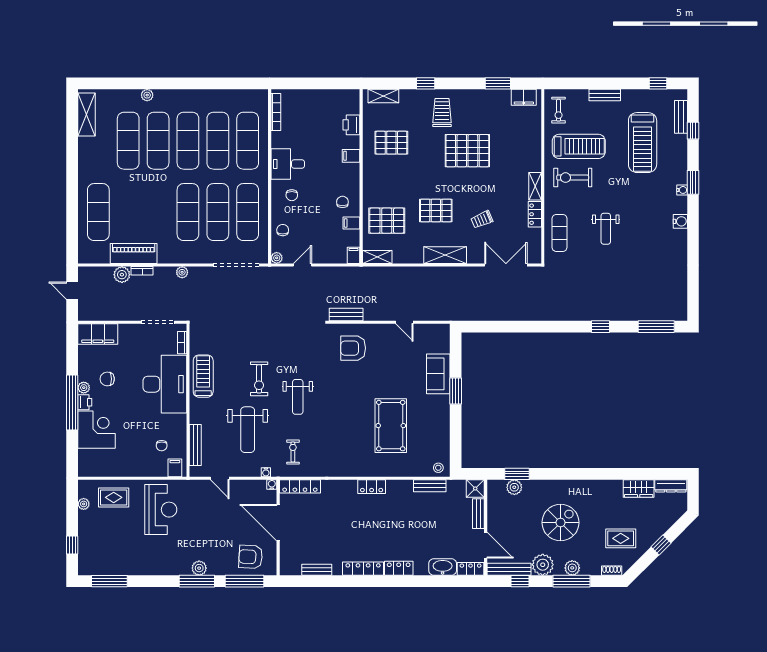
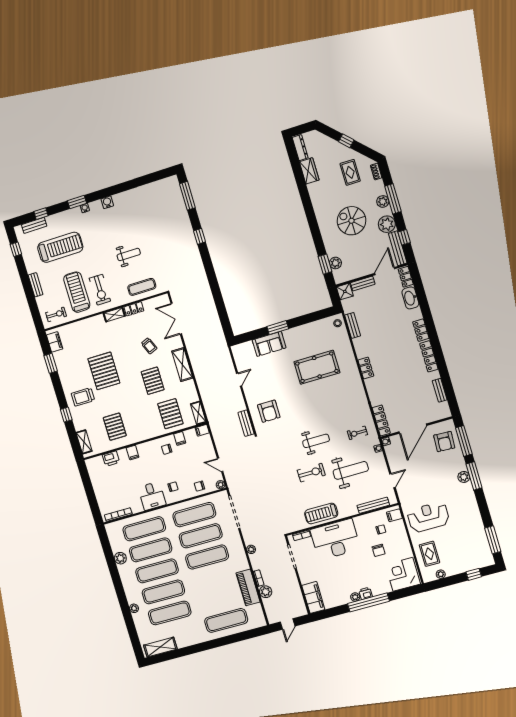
plant: (218, 97) -> (120, 558), added
chair: (107, 379) -> (379, 550), moved
corner desk: (97, 430) -> (403, 574), moved

